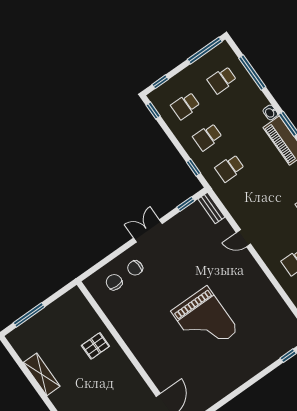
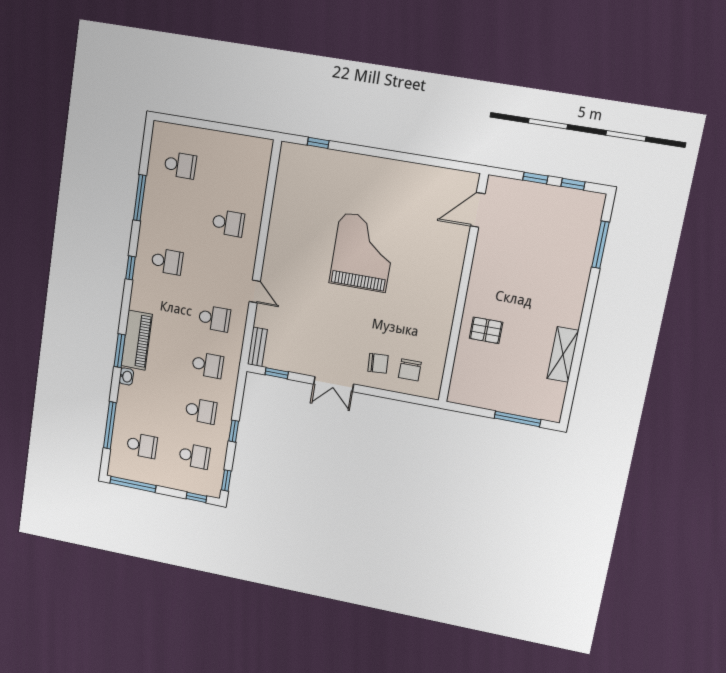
window: (194, 168) -> (234, 431), moved
school desk: (252, 199) -> (214, 318), added

